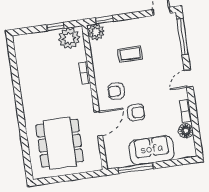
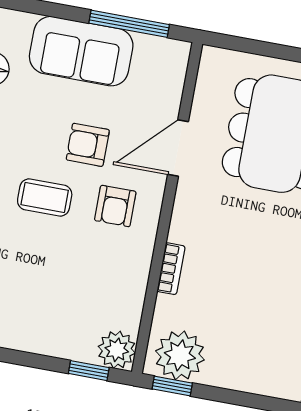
window: (55, 27) -> (172, 386), moved
coffee table: (130, 54) -> (45, 198), moved
armchair: (116, 91) -> (115, 206), turned 90

